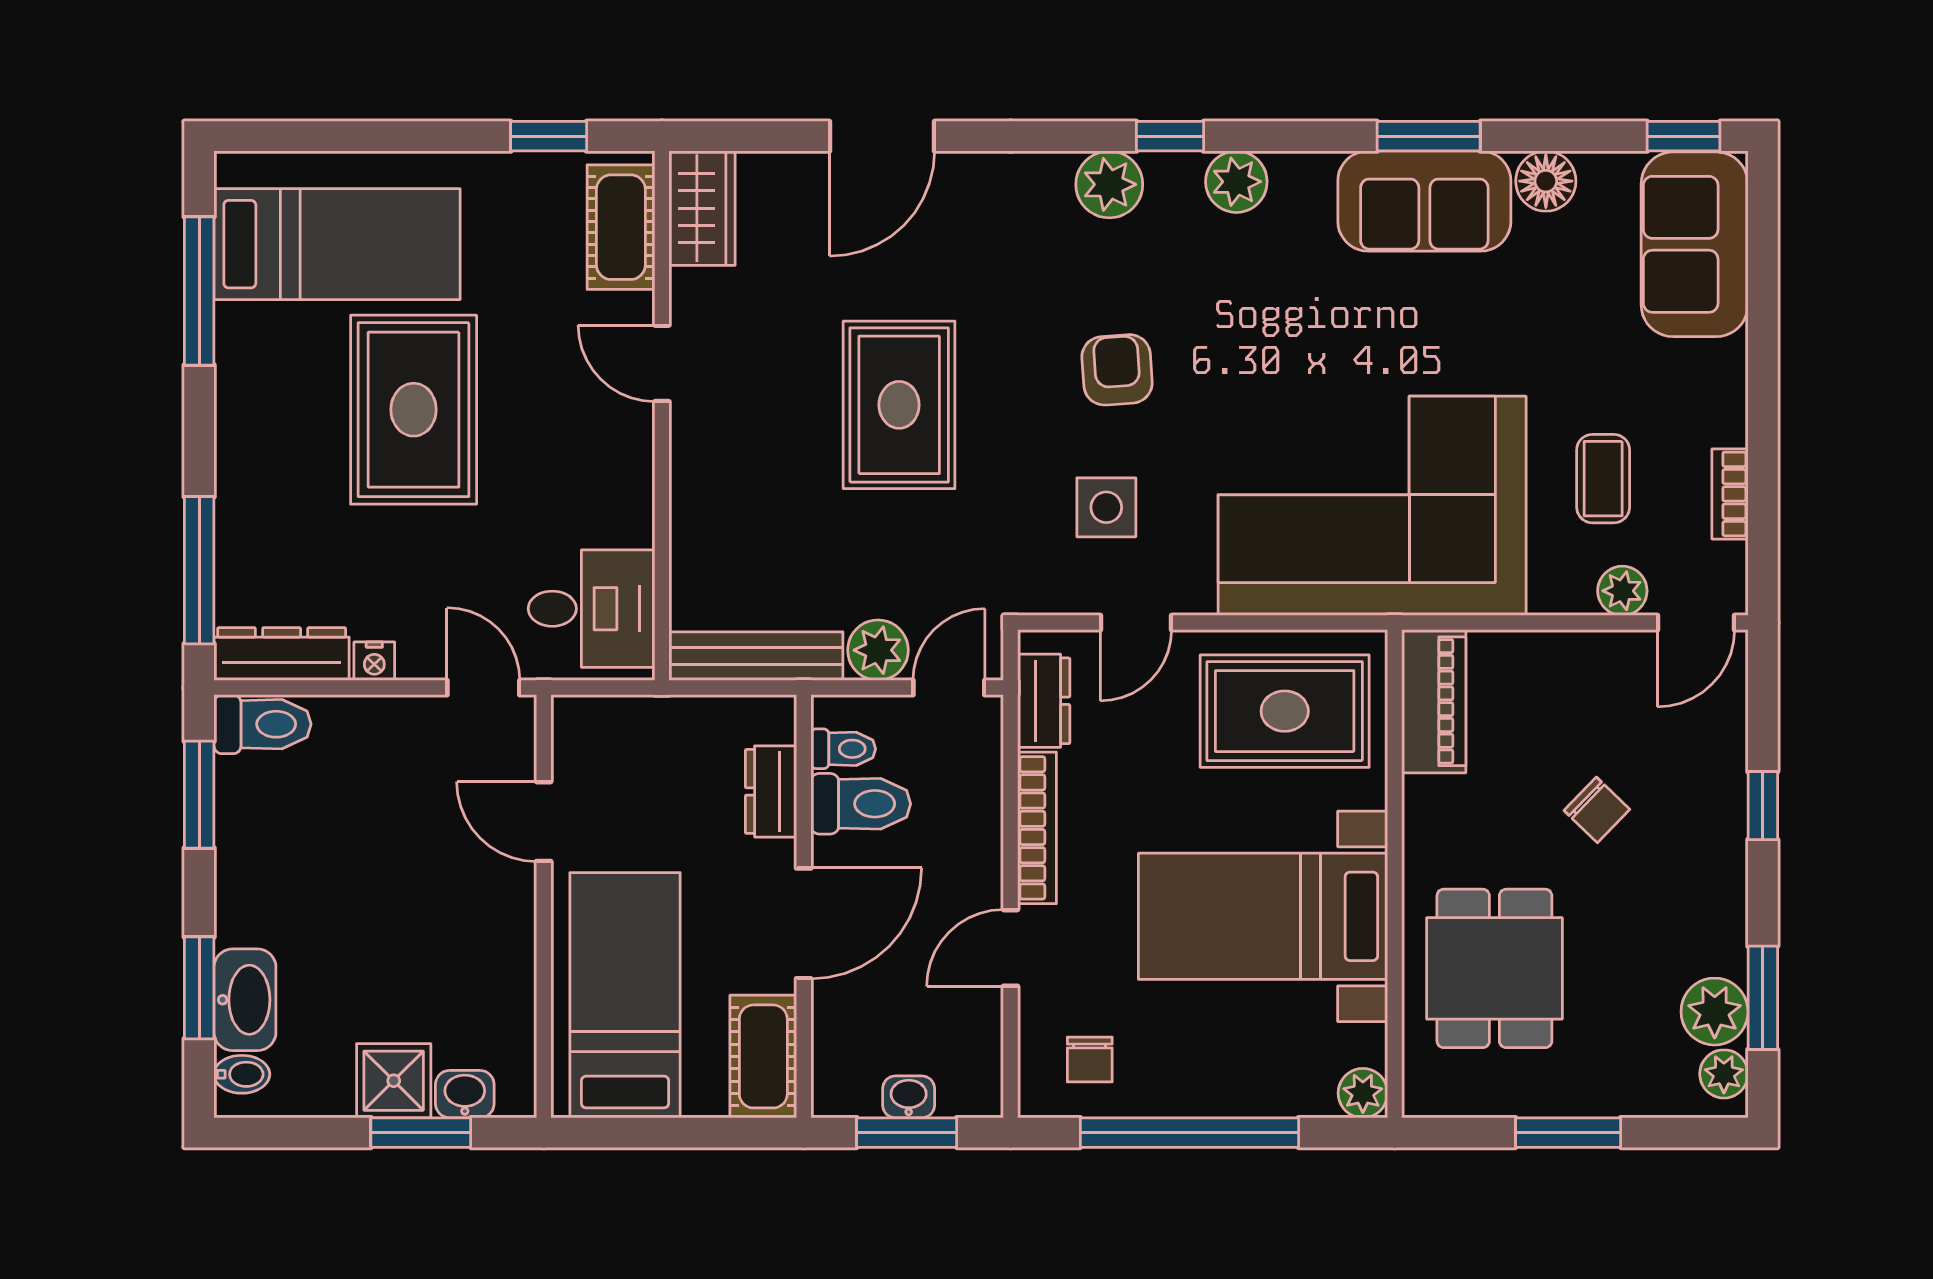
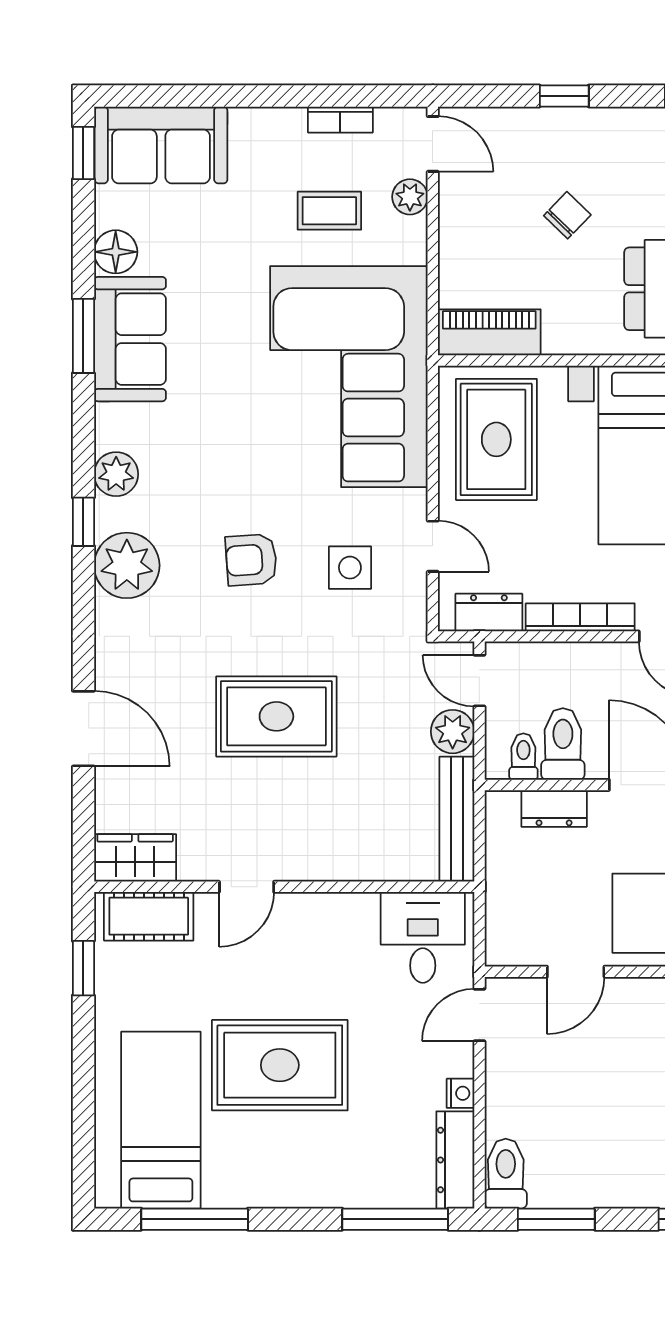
plant: (1109, 184) -> (127, 565), width x1.36, depth x1.36

